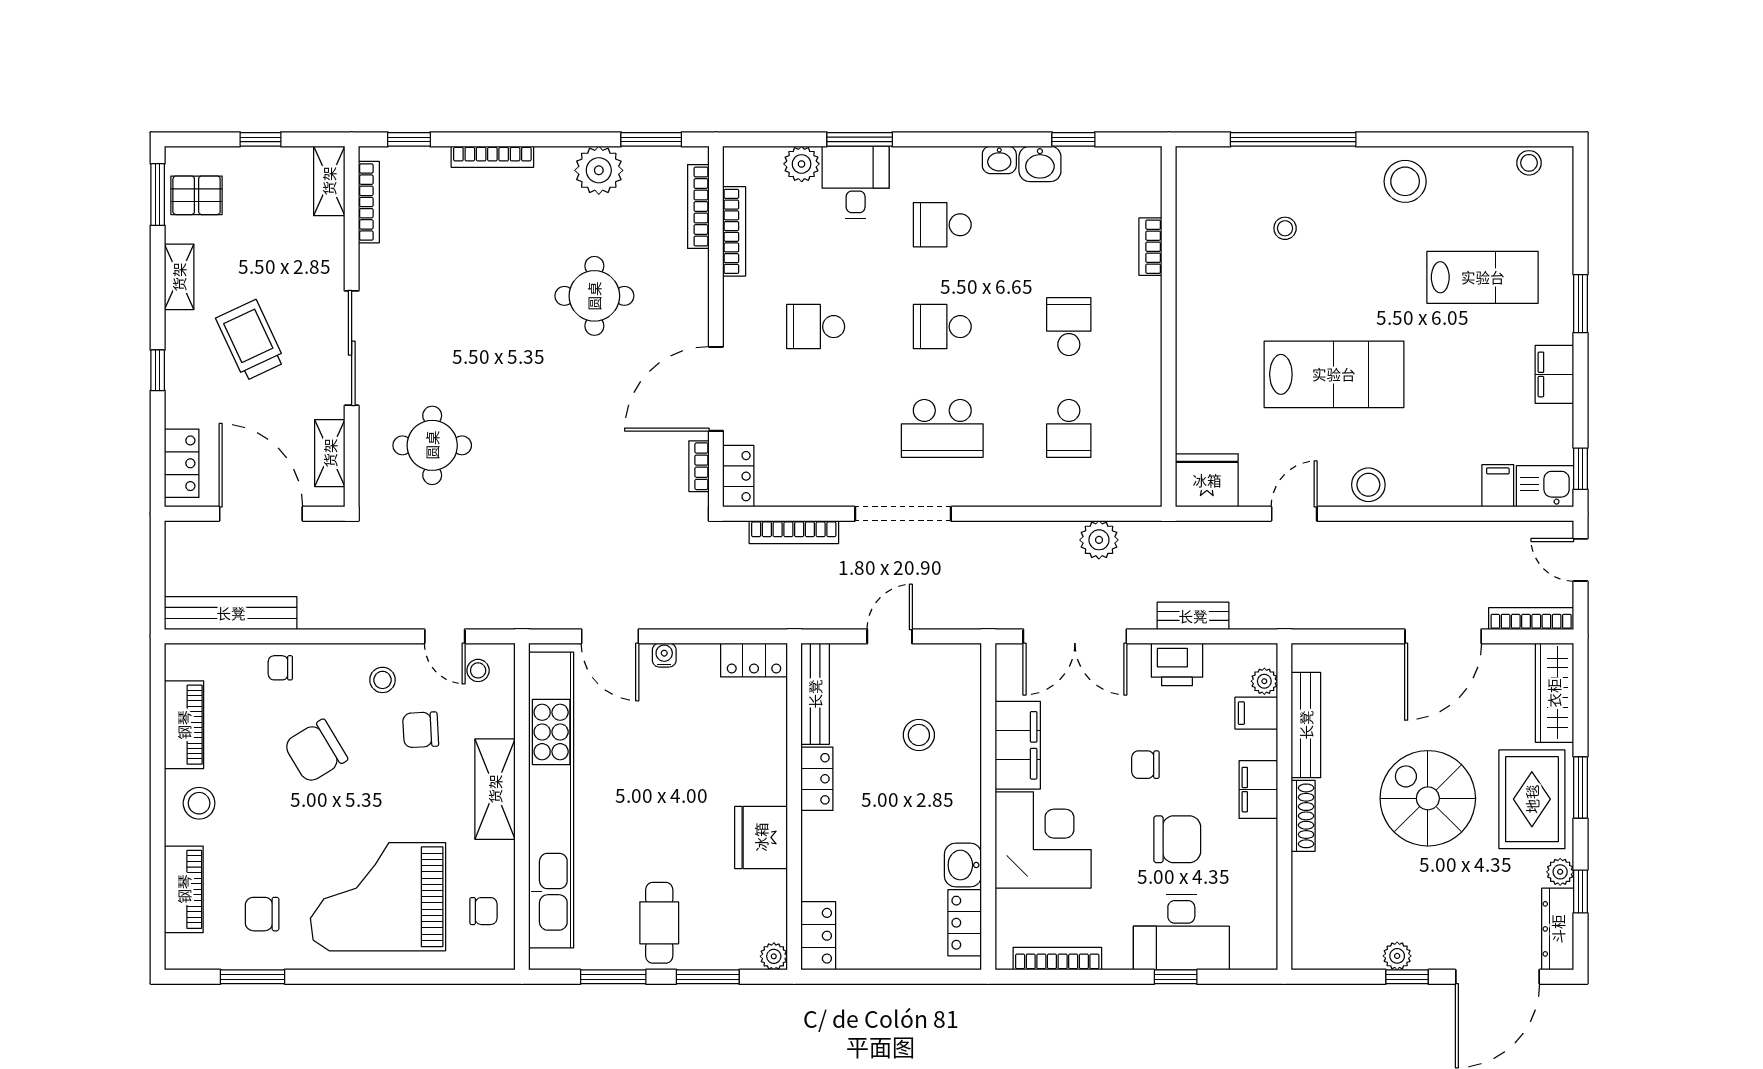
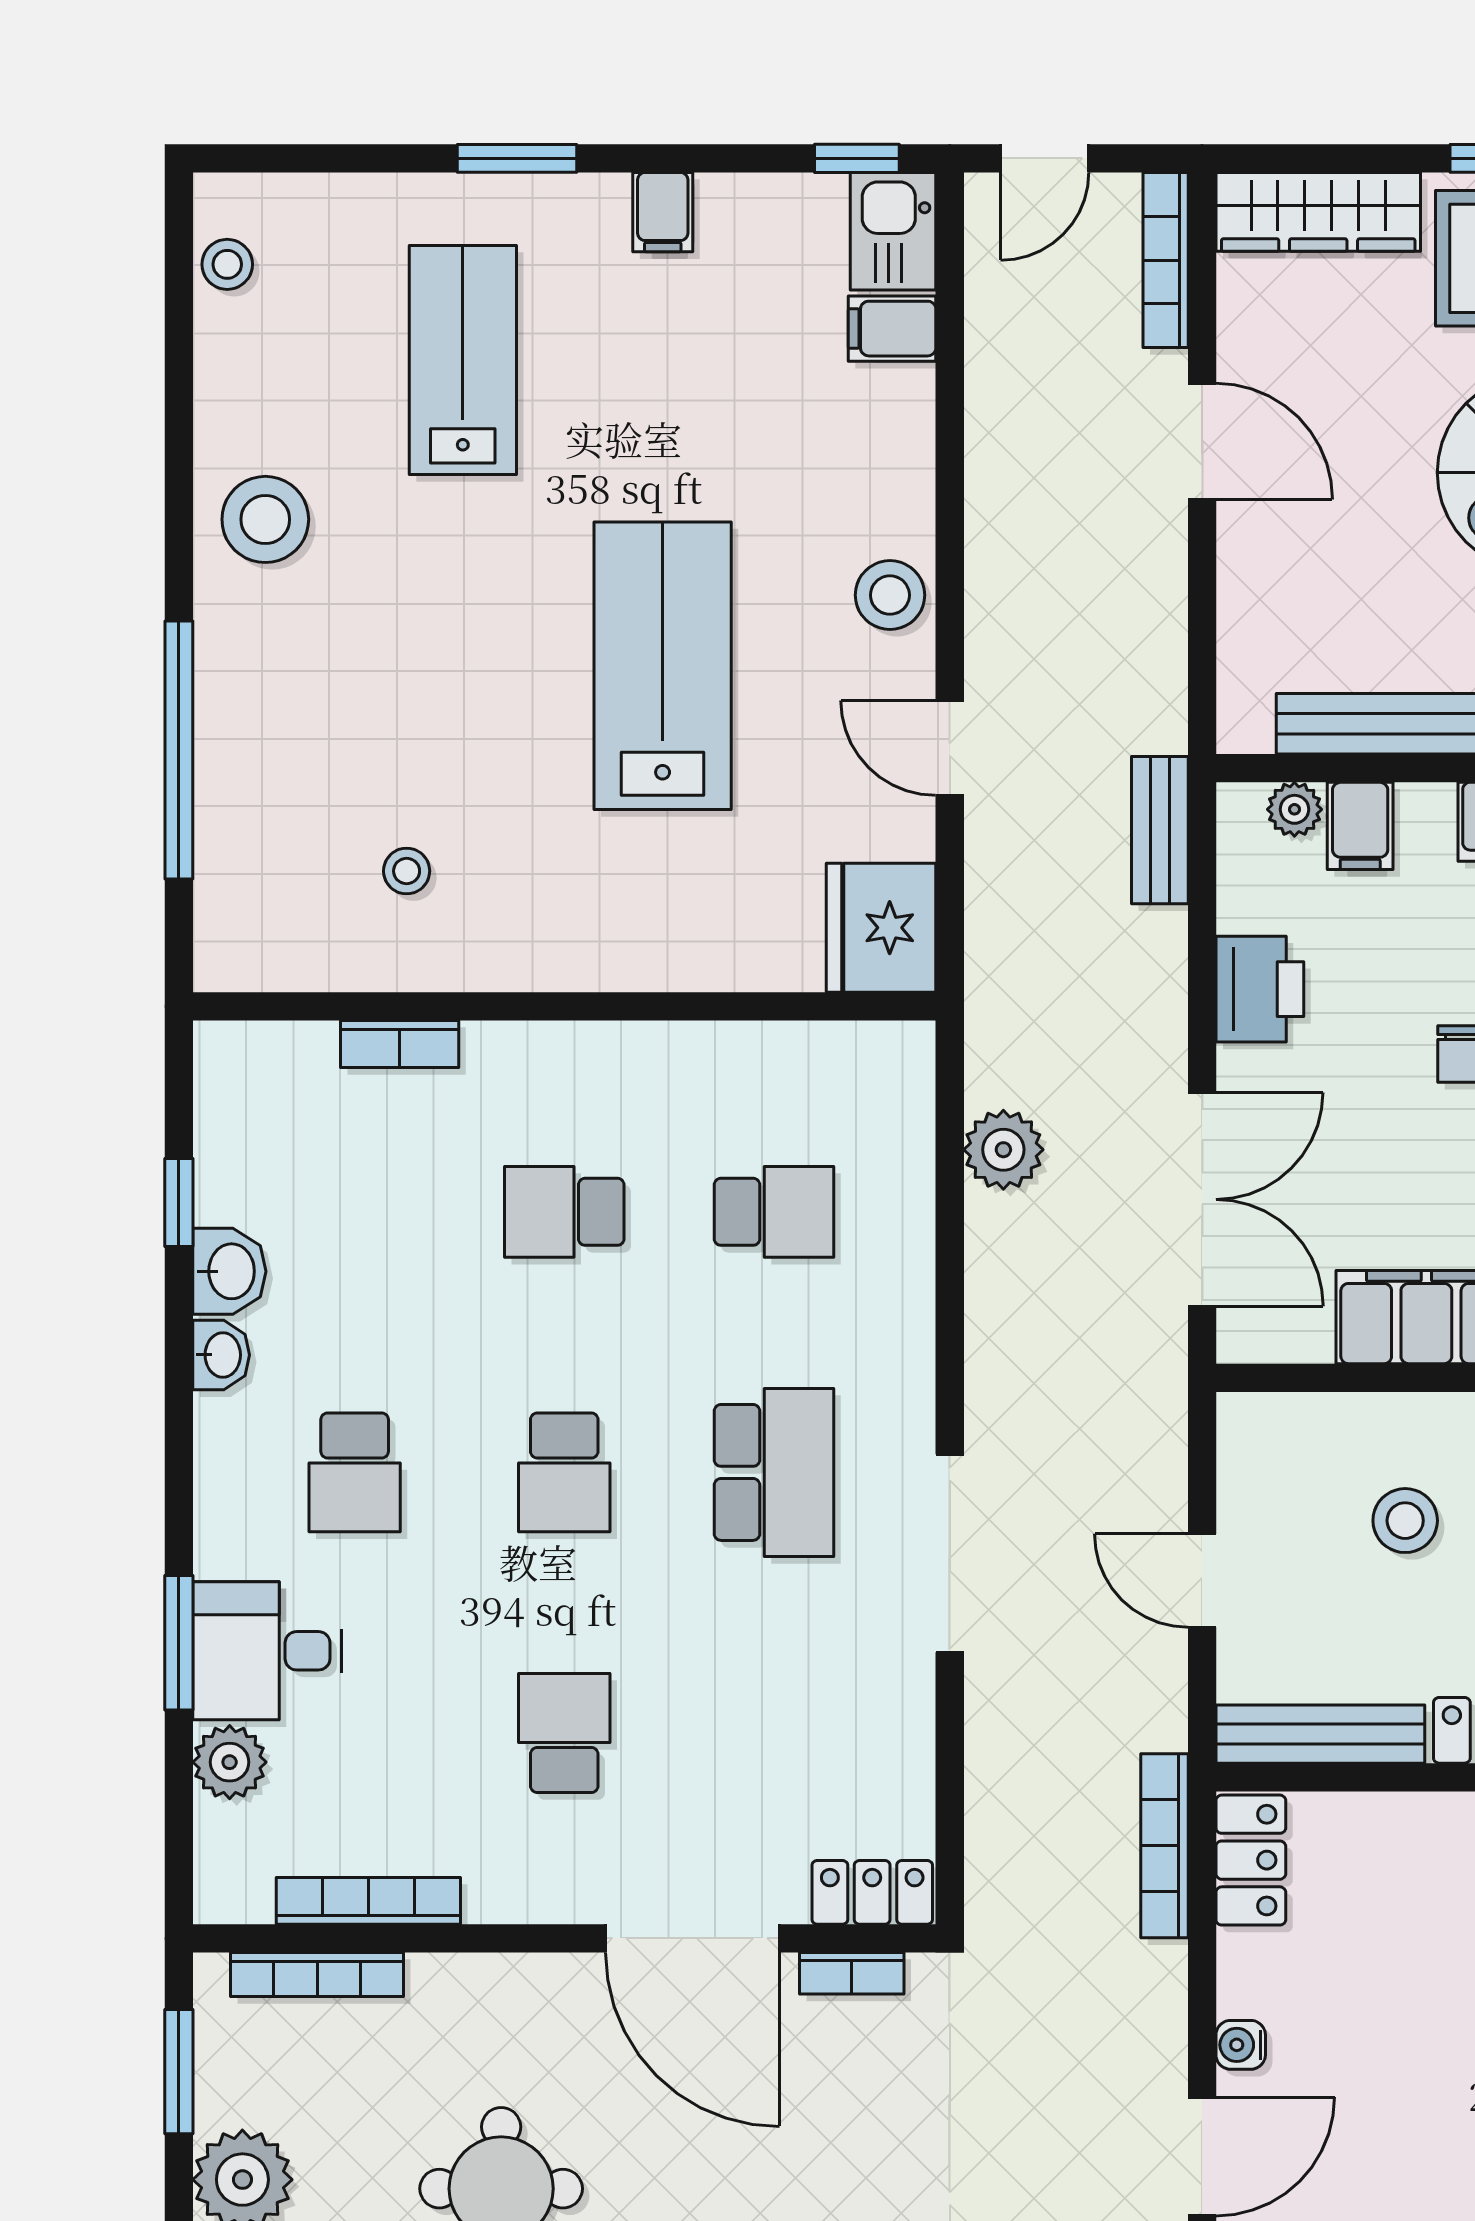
stool: (1285, 228) -> (407, 871), moved
school desk: (816, 327) -> (564, 1733), turned 180
filing cabinet: (1554, 374) -> (663, 212), width x0.50
bookcase: (794, 532) -> (1164, 1846), moved, turned 180
bench: (1193, 616) -> (1160, 830), moved
door: (1443, 636) -> (1202, 441), width x0.73

